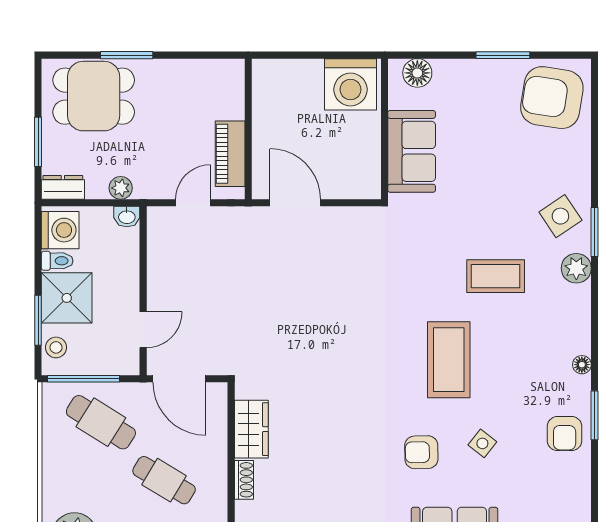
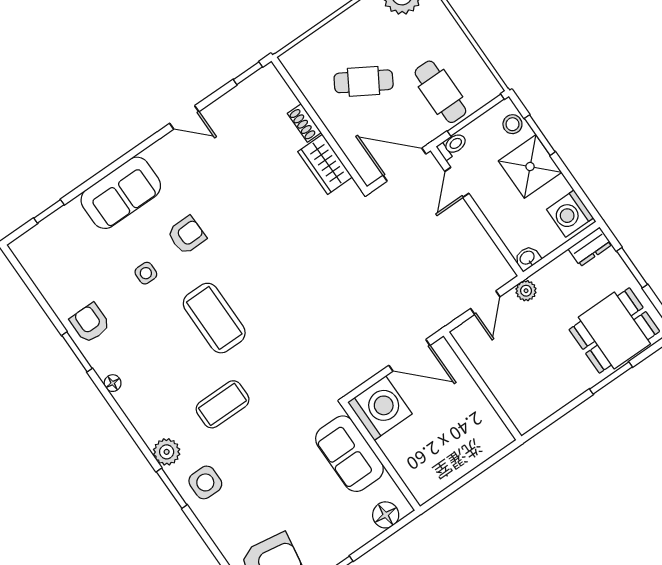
washing machine: (350, 84) -> (380, 408), moved, turned 90
piano: (230, 154) -> (483, 358), removed
plant: (121, 188) -> (526, 291), moved
side table: (560, 216) -> (205, 482), turned 34
toilet: (57, 261) -> (452, 146), moved, turned 180
cafe table: (101, 422) -> (440, 92), turned 58
side table: (482, 443) -> (146, 273), turned -38

